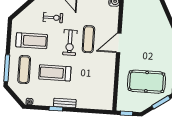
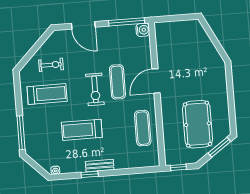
exercise bike: (53, 18) -> (51, 65), moved
exercise mat: (24, 70) -> (143, 128), moved
pool table: (147, 82) -> (198, 124), turned 90

